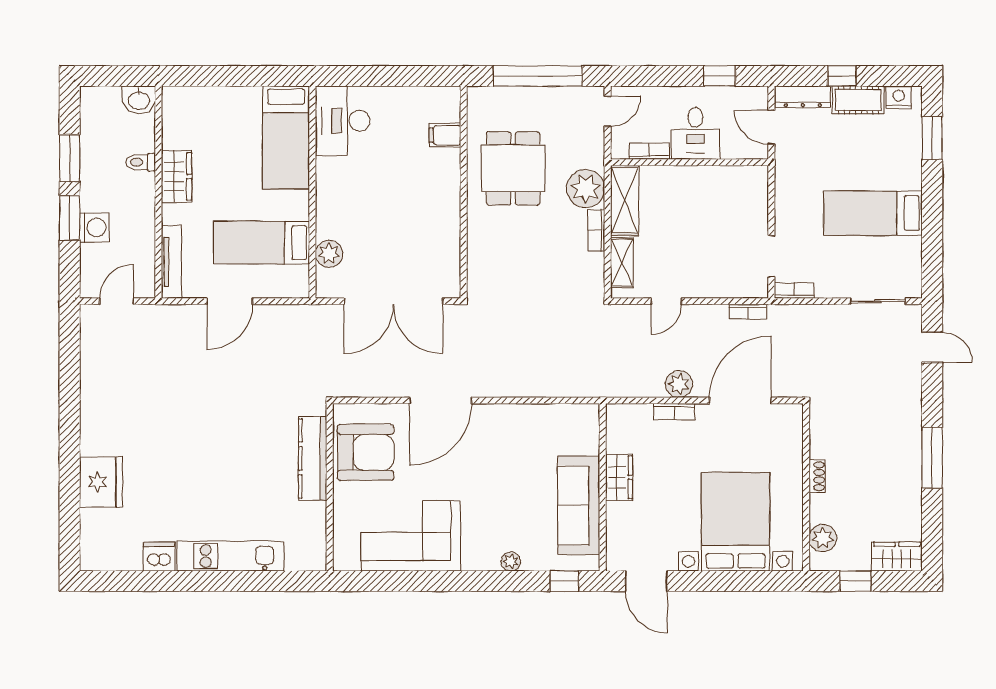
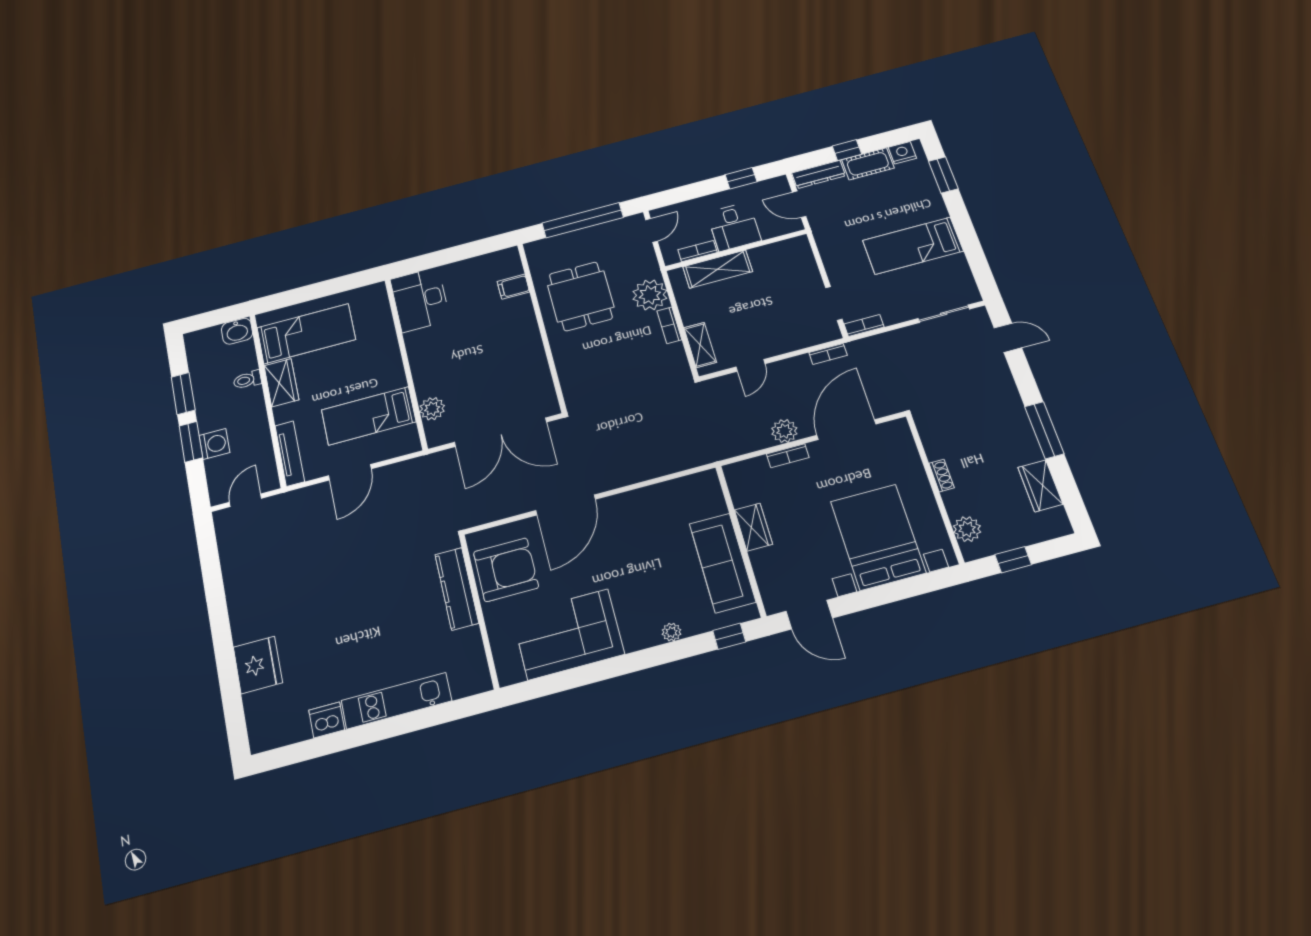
bed: (286, 137) -> (306, 334), moved, turned -90
shelving: (625, 201) -> (718, 269), moved, turned 90
wardrobe: (897, 557) -> (1040, 486), moved, turned -90

